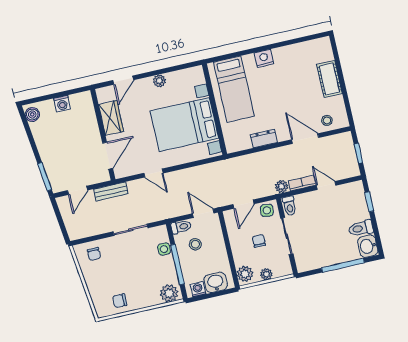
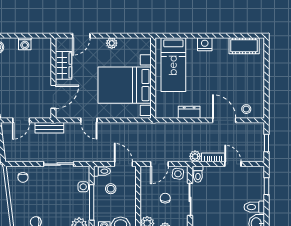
cot: (329, 79) -> (244, 46), moved, turned 90

